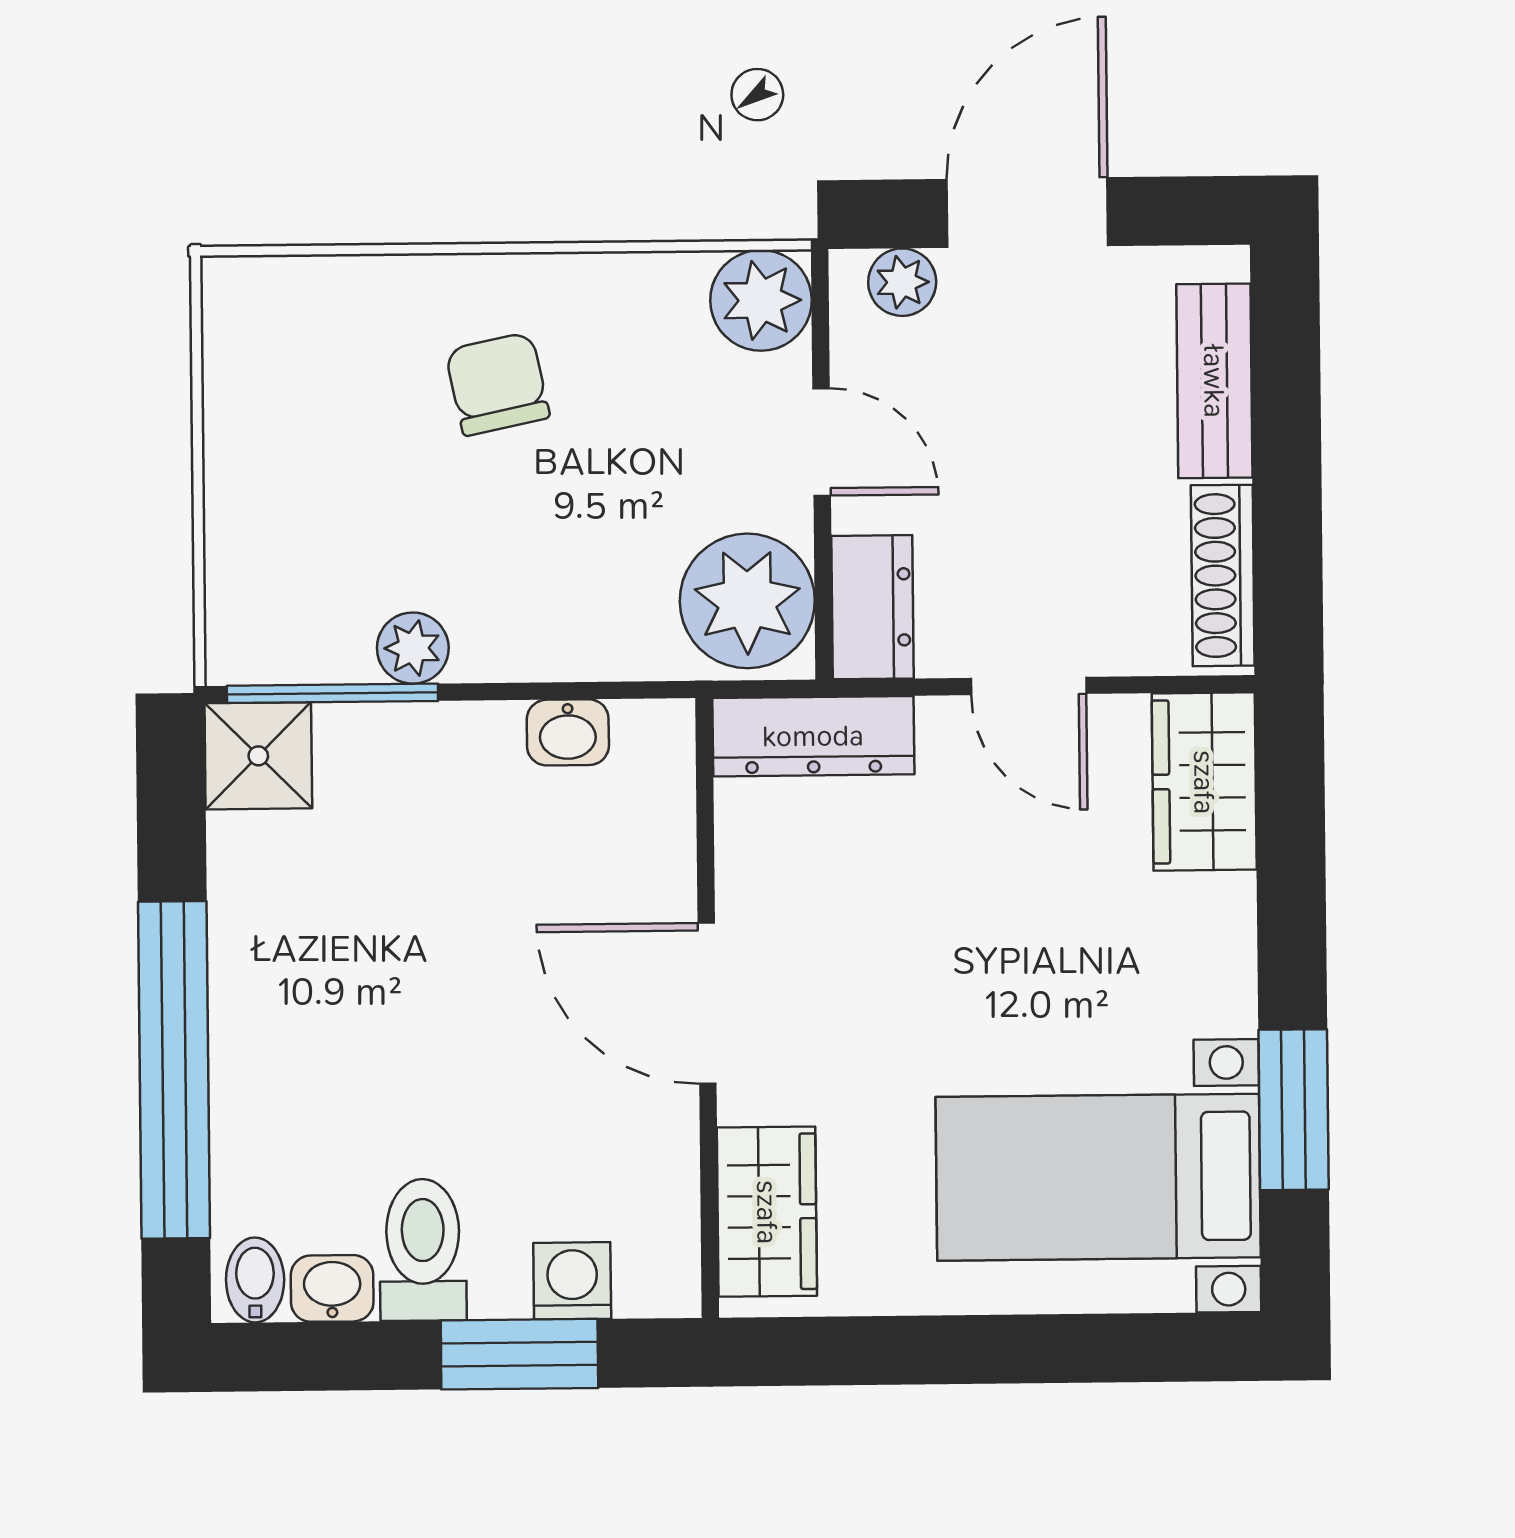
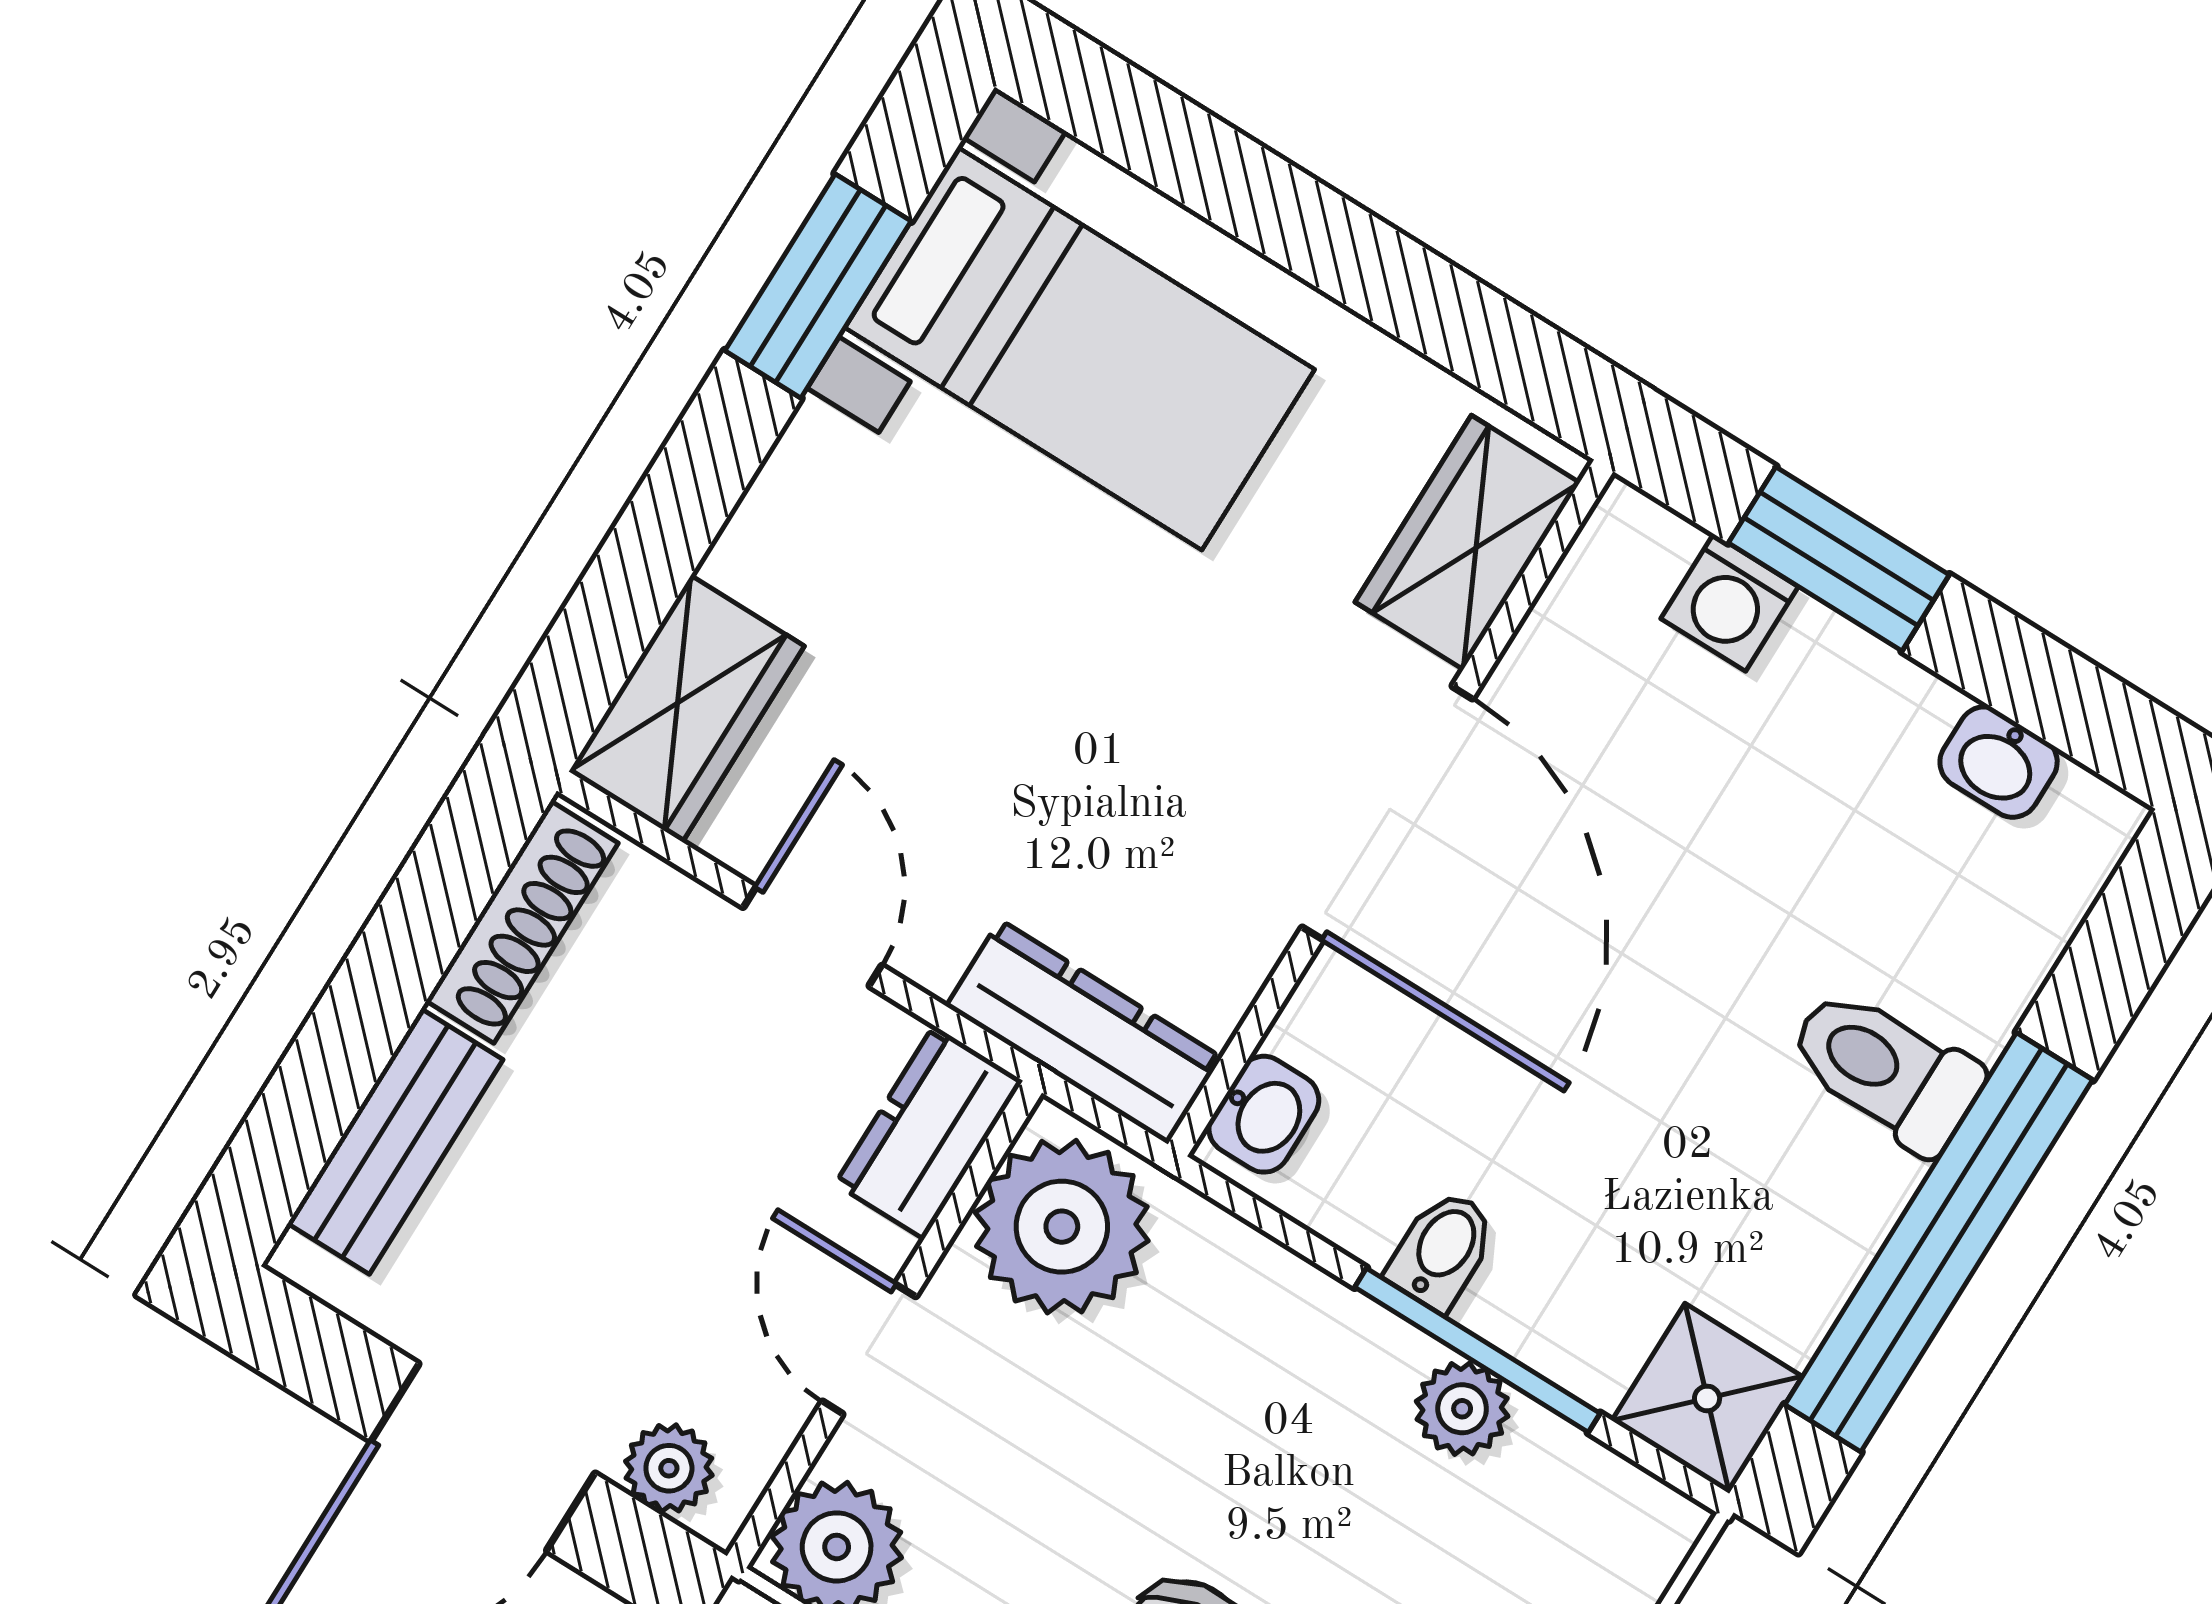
window: (332, 693) -> (1477, 1350), moved
washbasin: (568, 732) -> (1264, 1114), moved, turned 90
door: (707, 1003) -> (1387, 813), width x1.36
window: (174, 1070) -> (1939, 1242), moved
toilet: (423, 1250) -> (1885, 1069), moved, turned 90
bidet: (255, 1280) -> (1442, 1250), moved, turned 180

